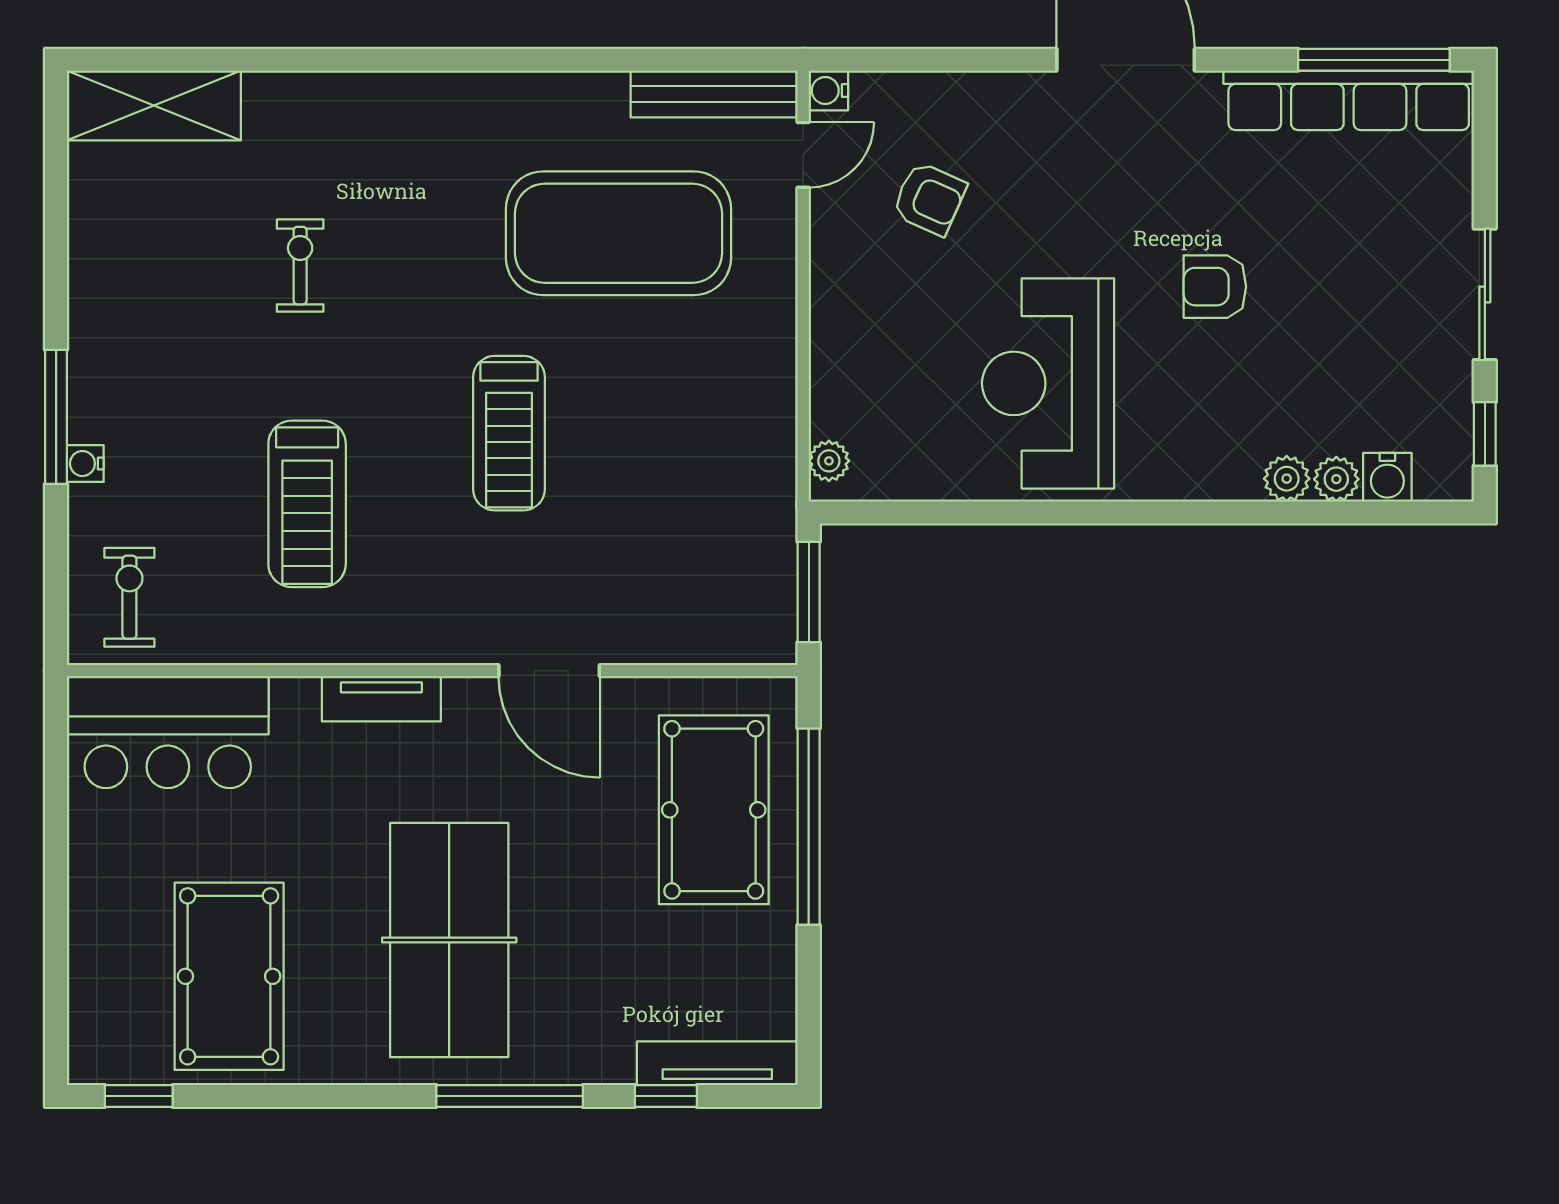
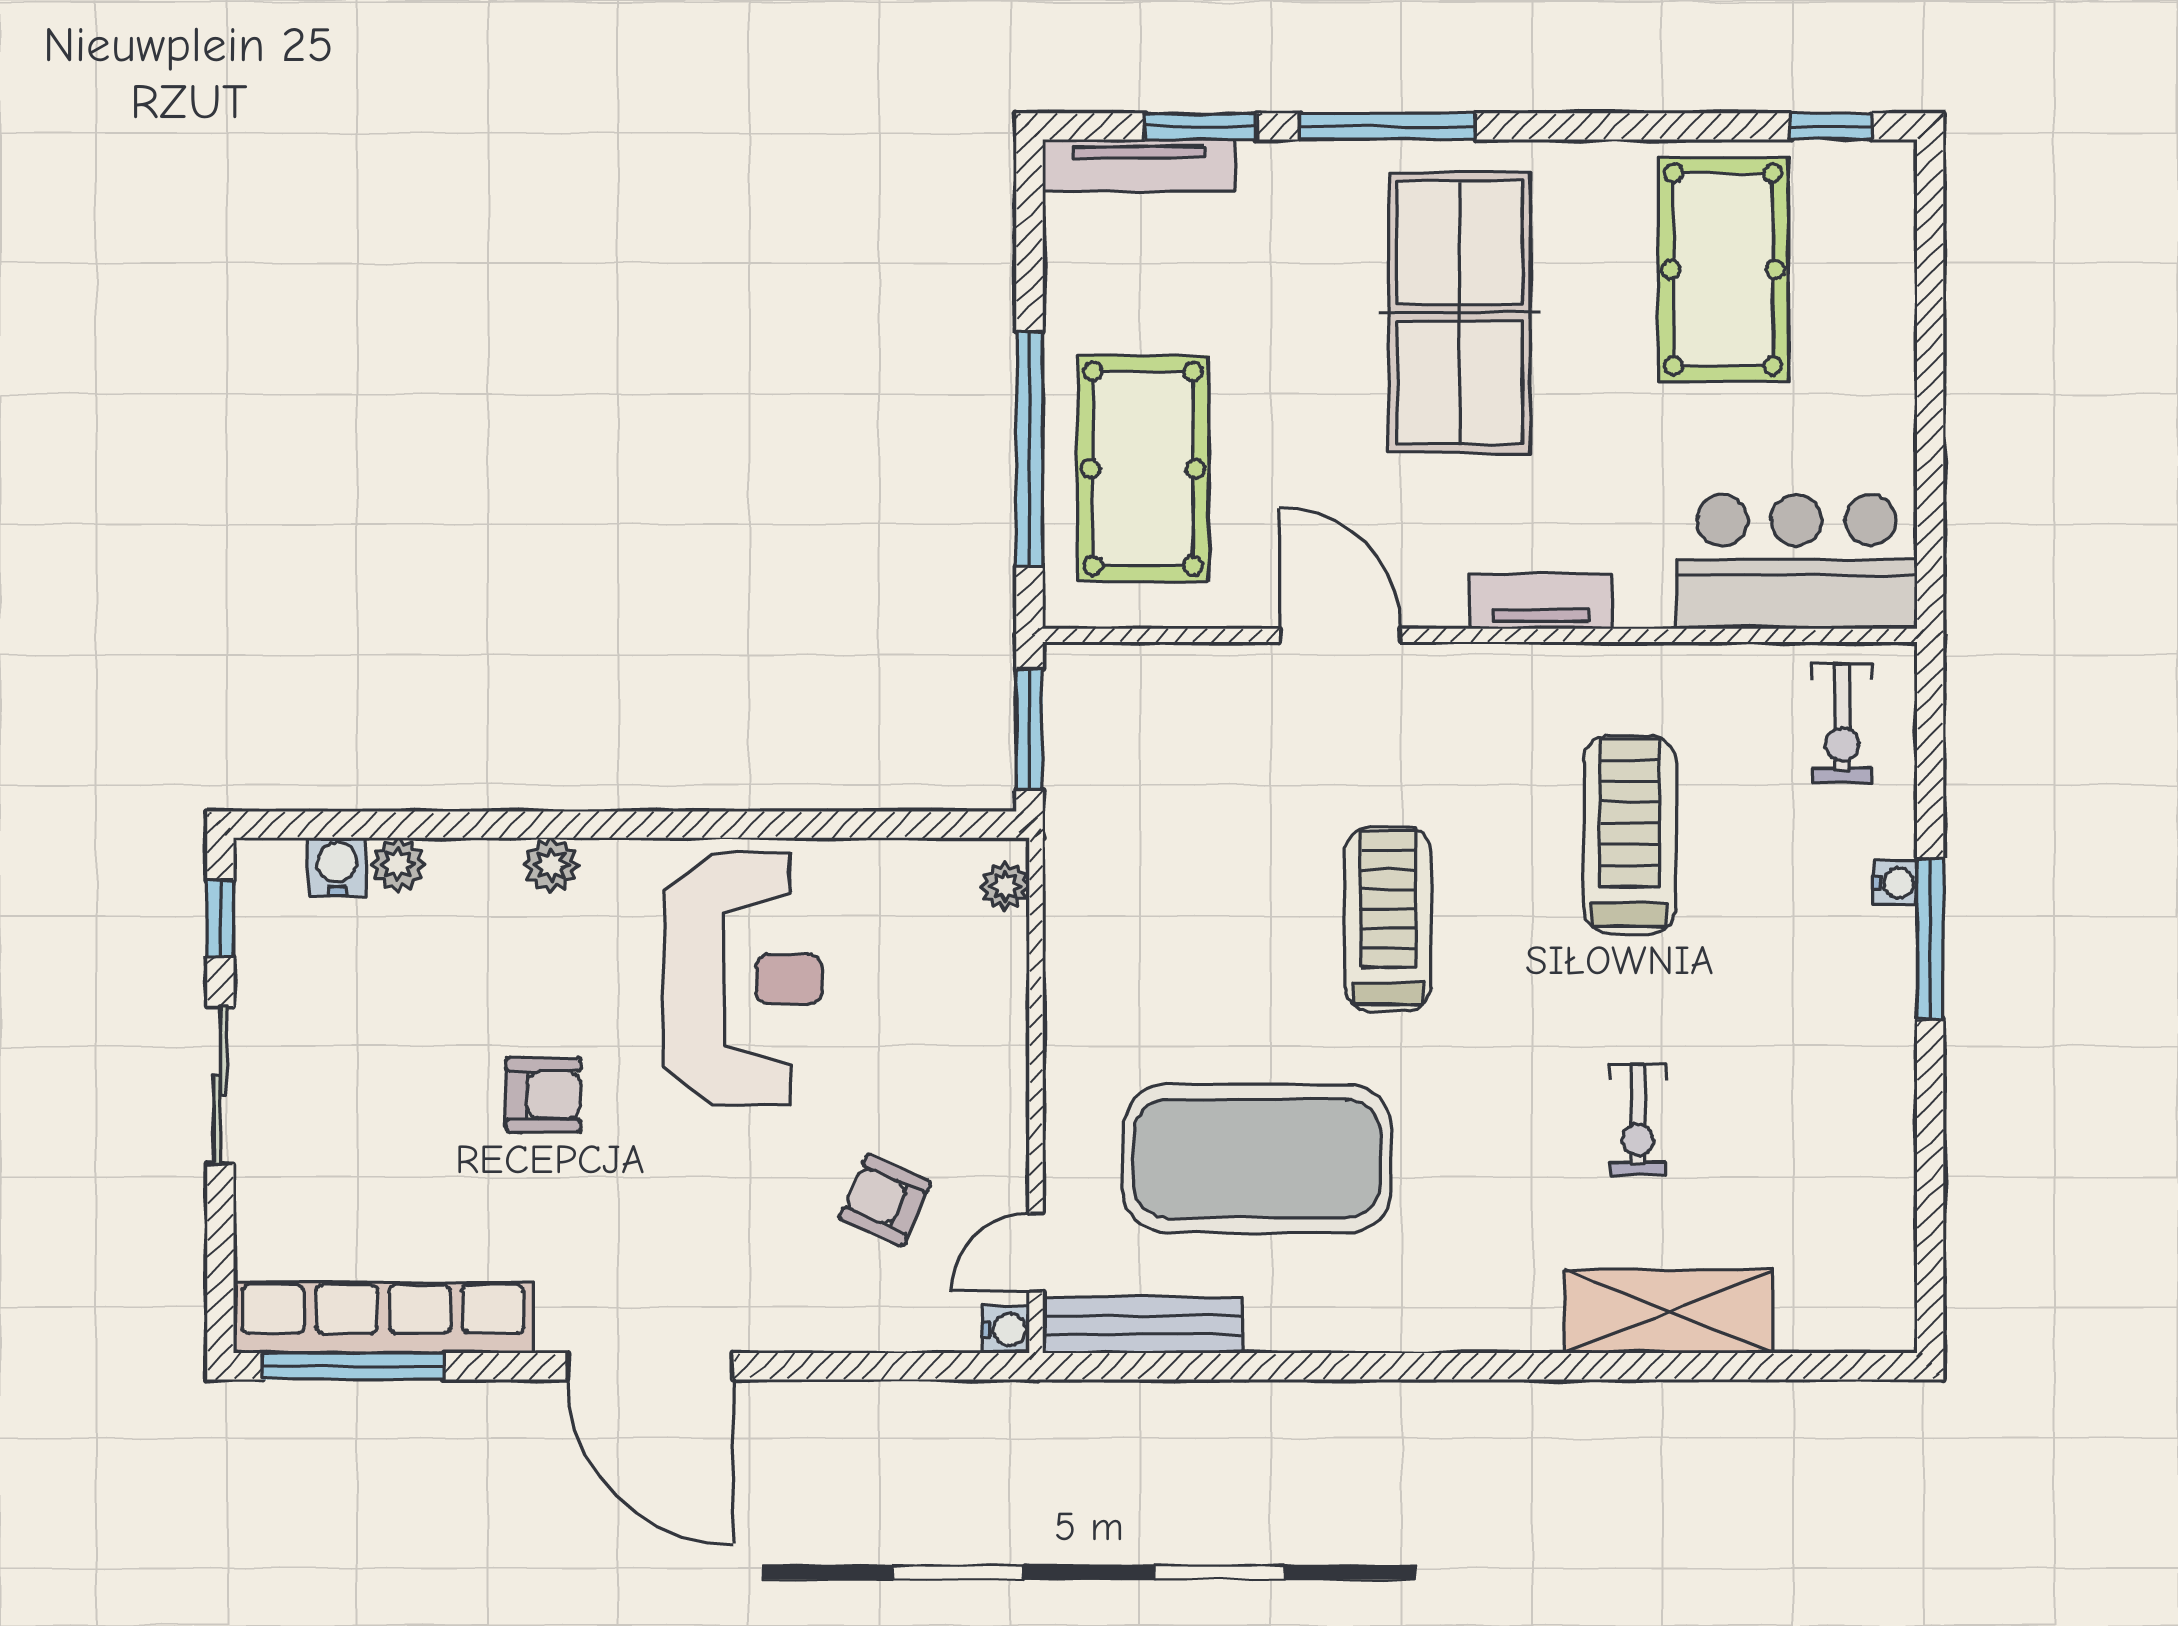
shelving: (154, 106) -> (1668, 1312), moved
plant: (1287, 479) -> (551, 865), moved
window: (666, 1096) -> (1200, 126), width x1.50

